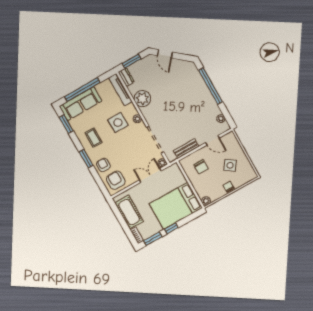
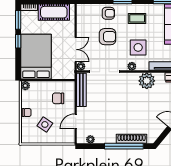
shoe rack: (200, 83) -> (132, 139), added
bench: (186, 149) -> (81, 90), width x1.36
armchair: (116, 180) -> (108, 37), moved

